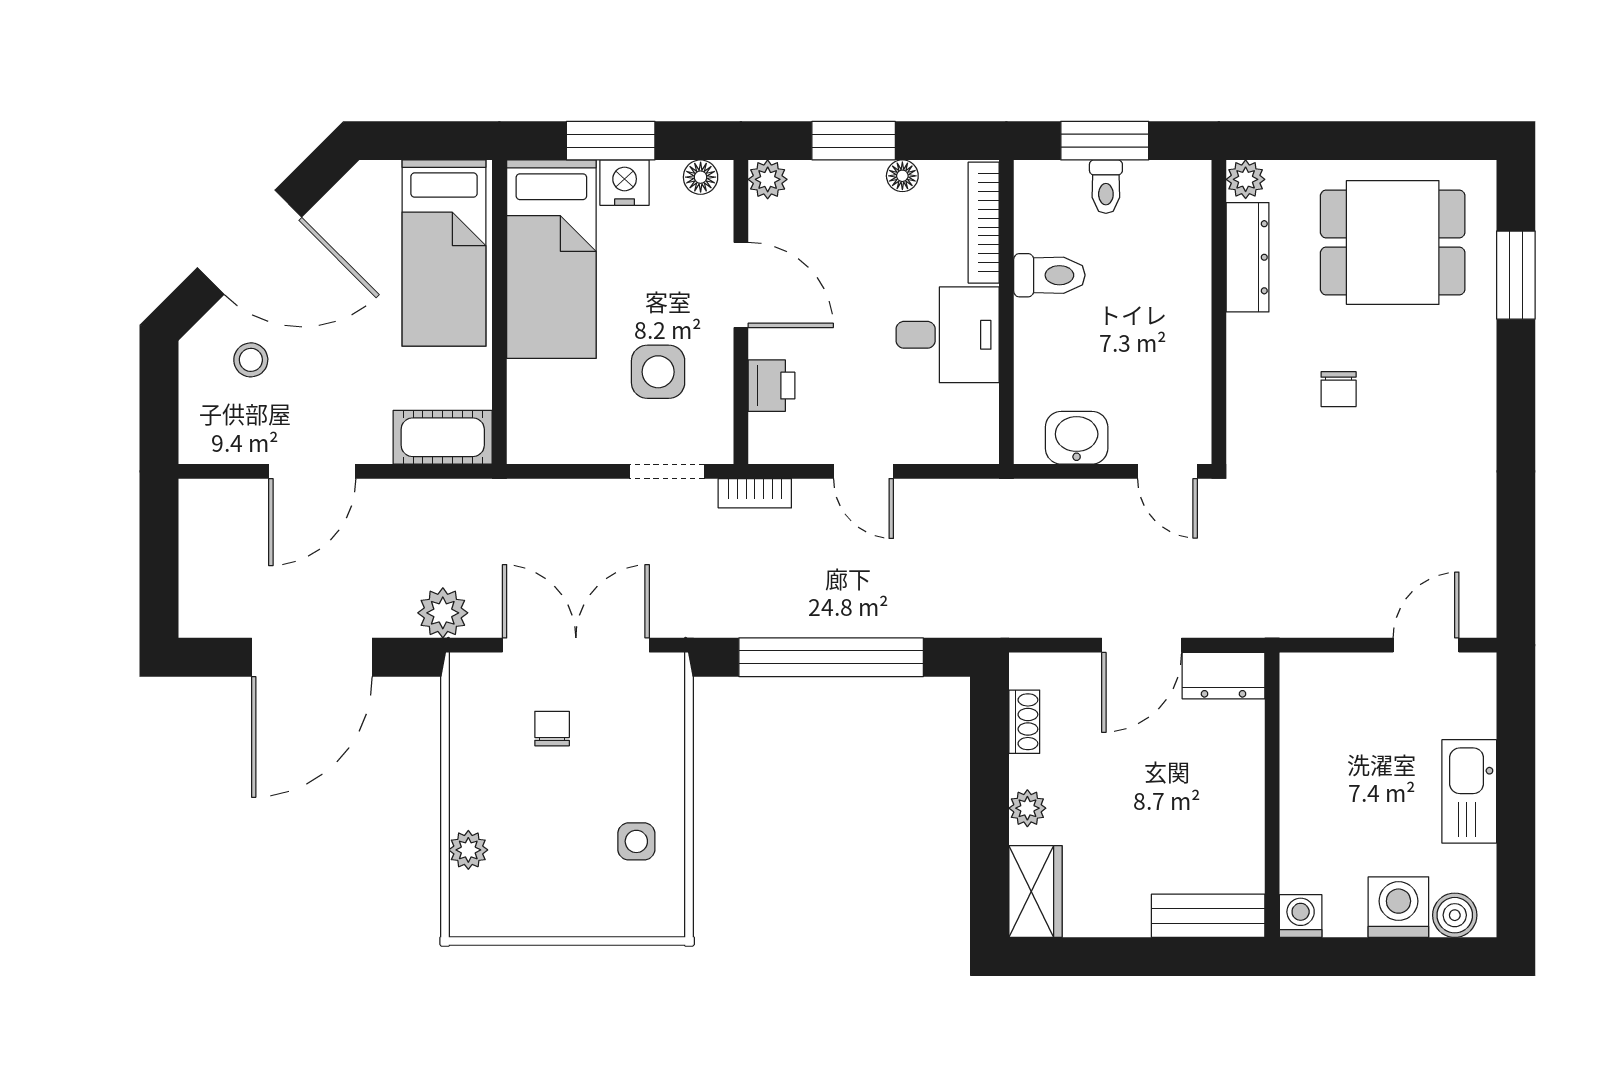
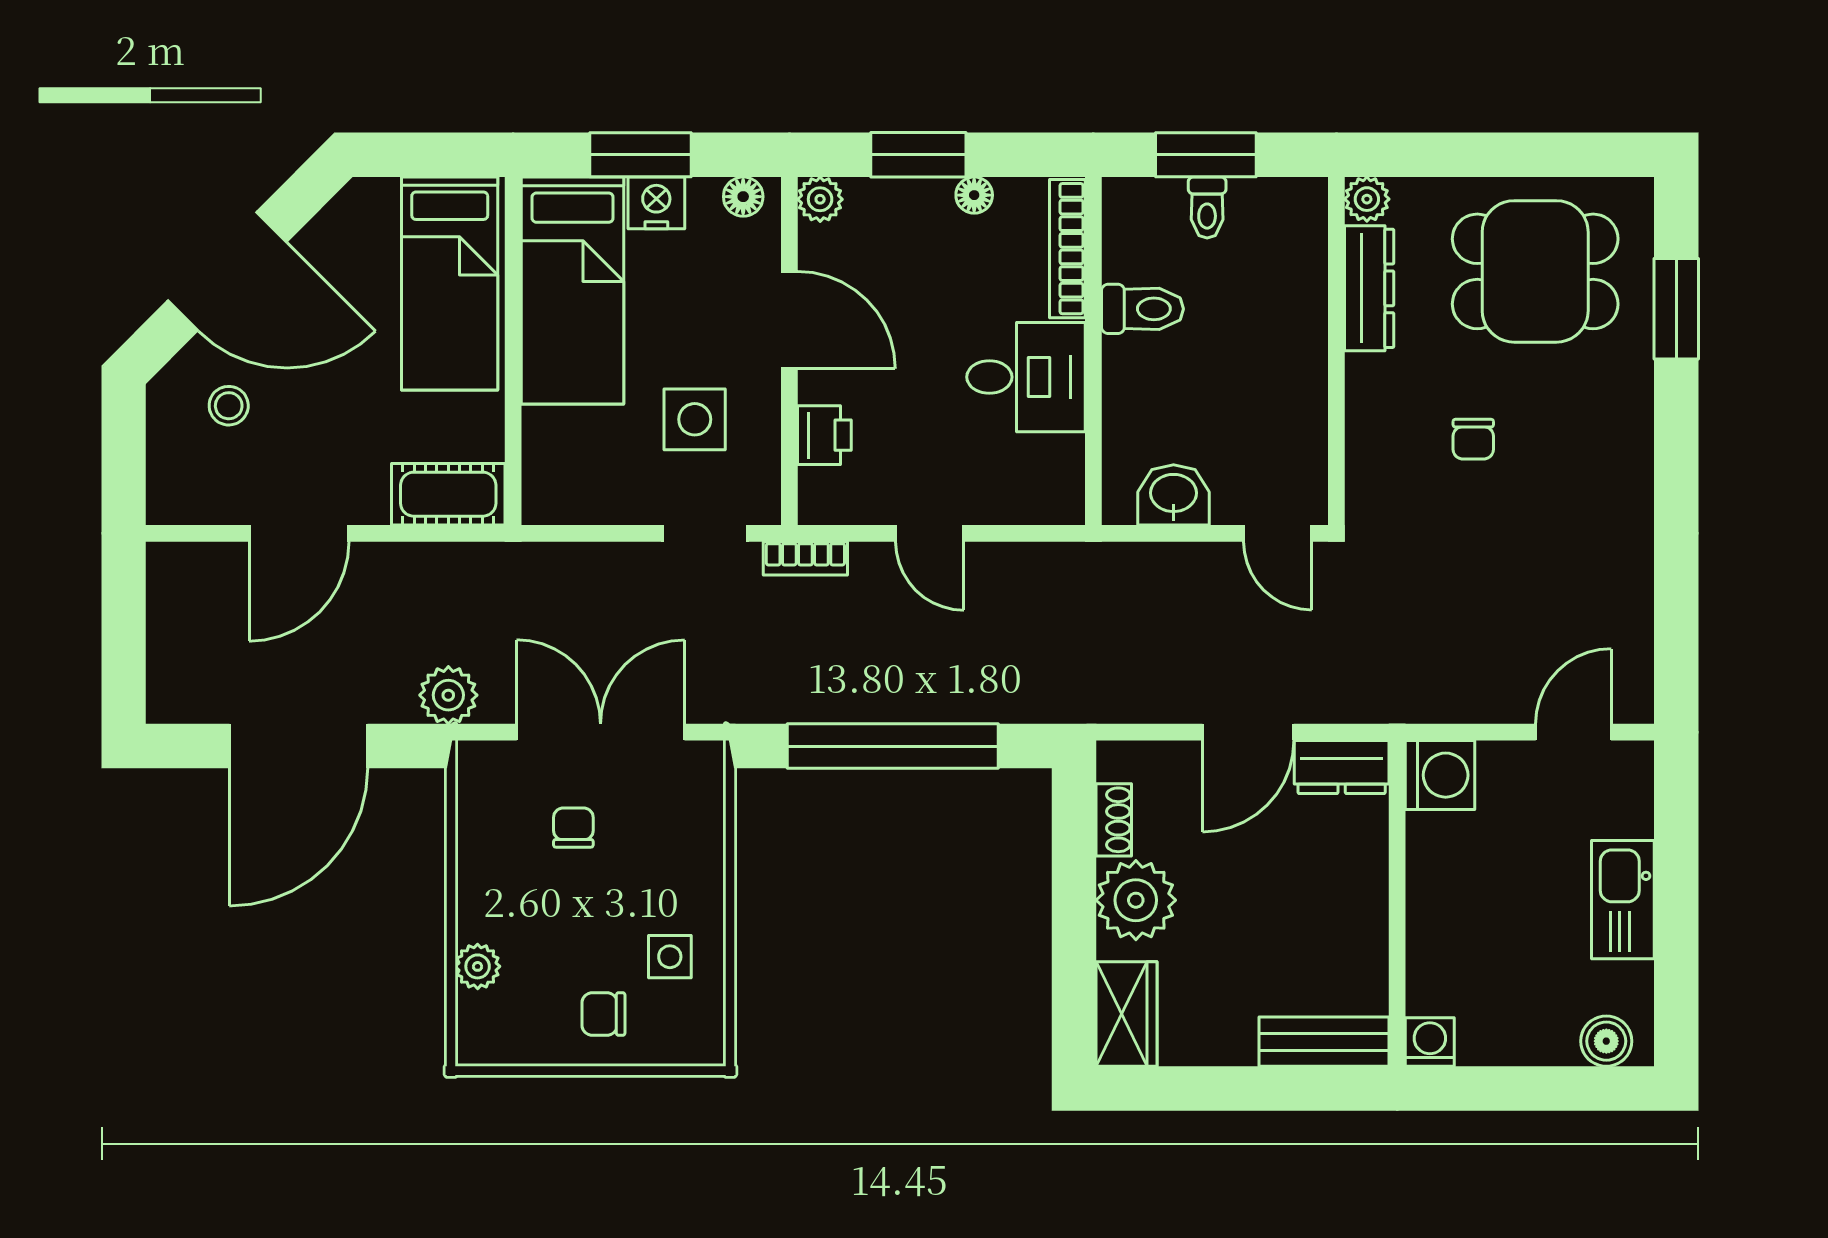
plant: (1027, 808) -> (1136, 900), width x1.87, depth x1.87
chair: (578, 892) -> (604, 1014), added
washing machine: (1398, 907) -> (1440, 775), moved, turned 90

